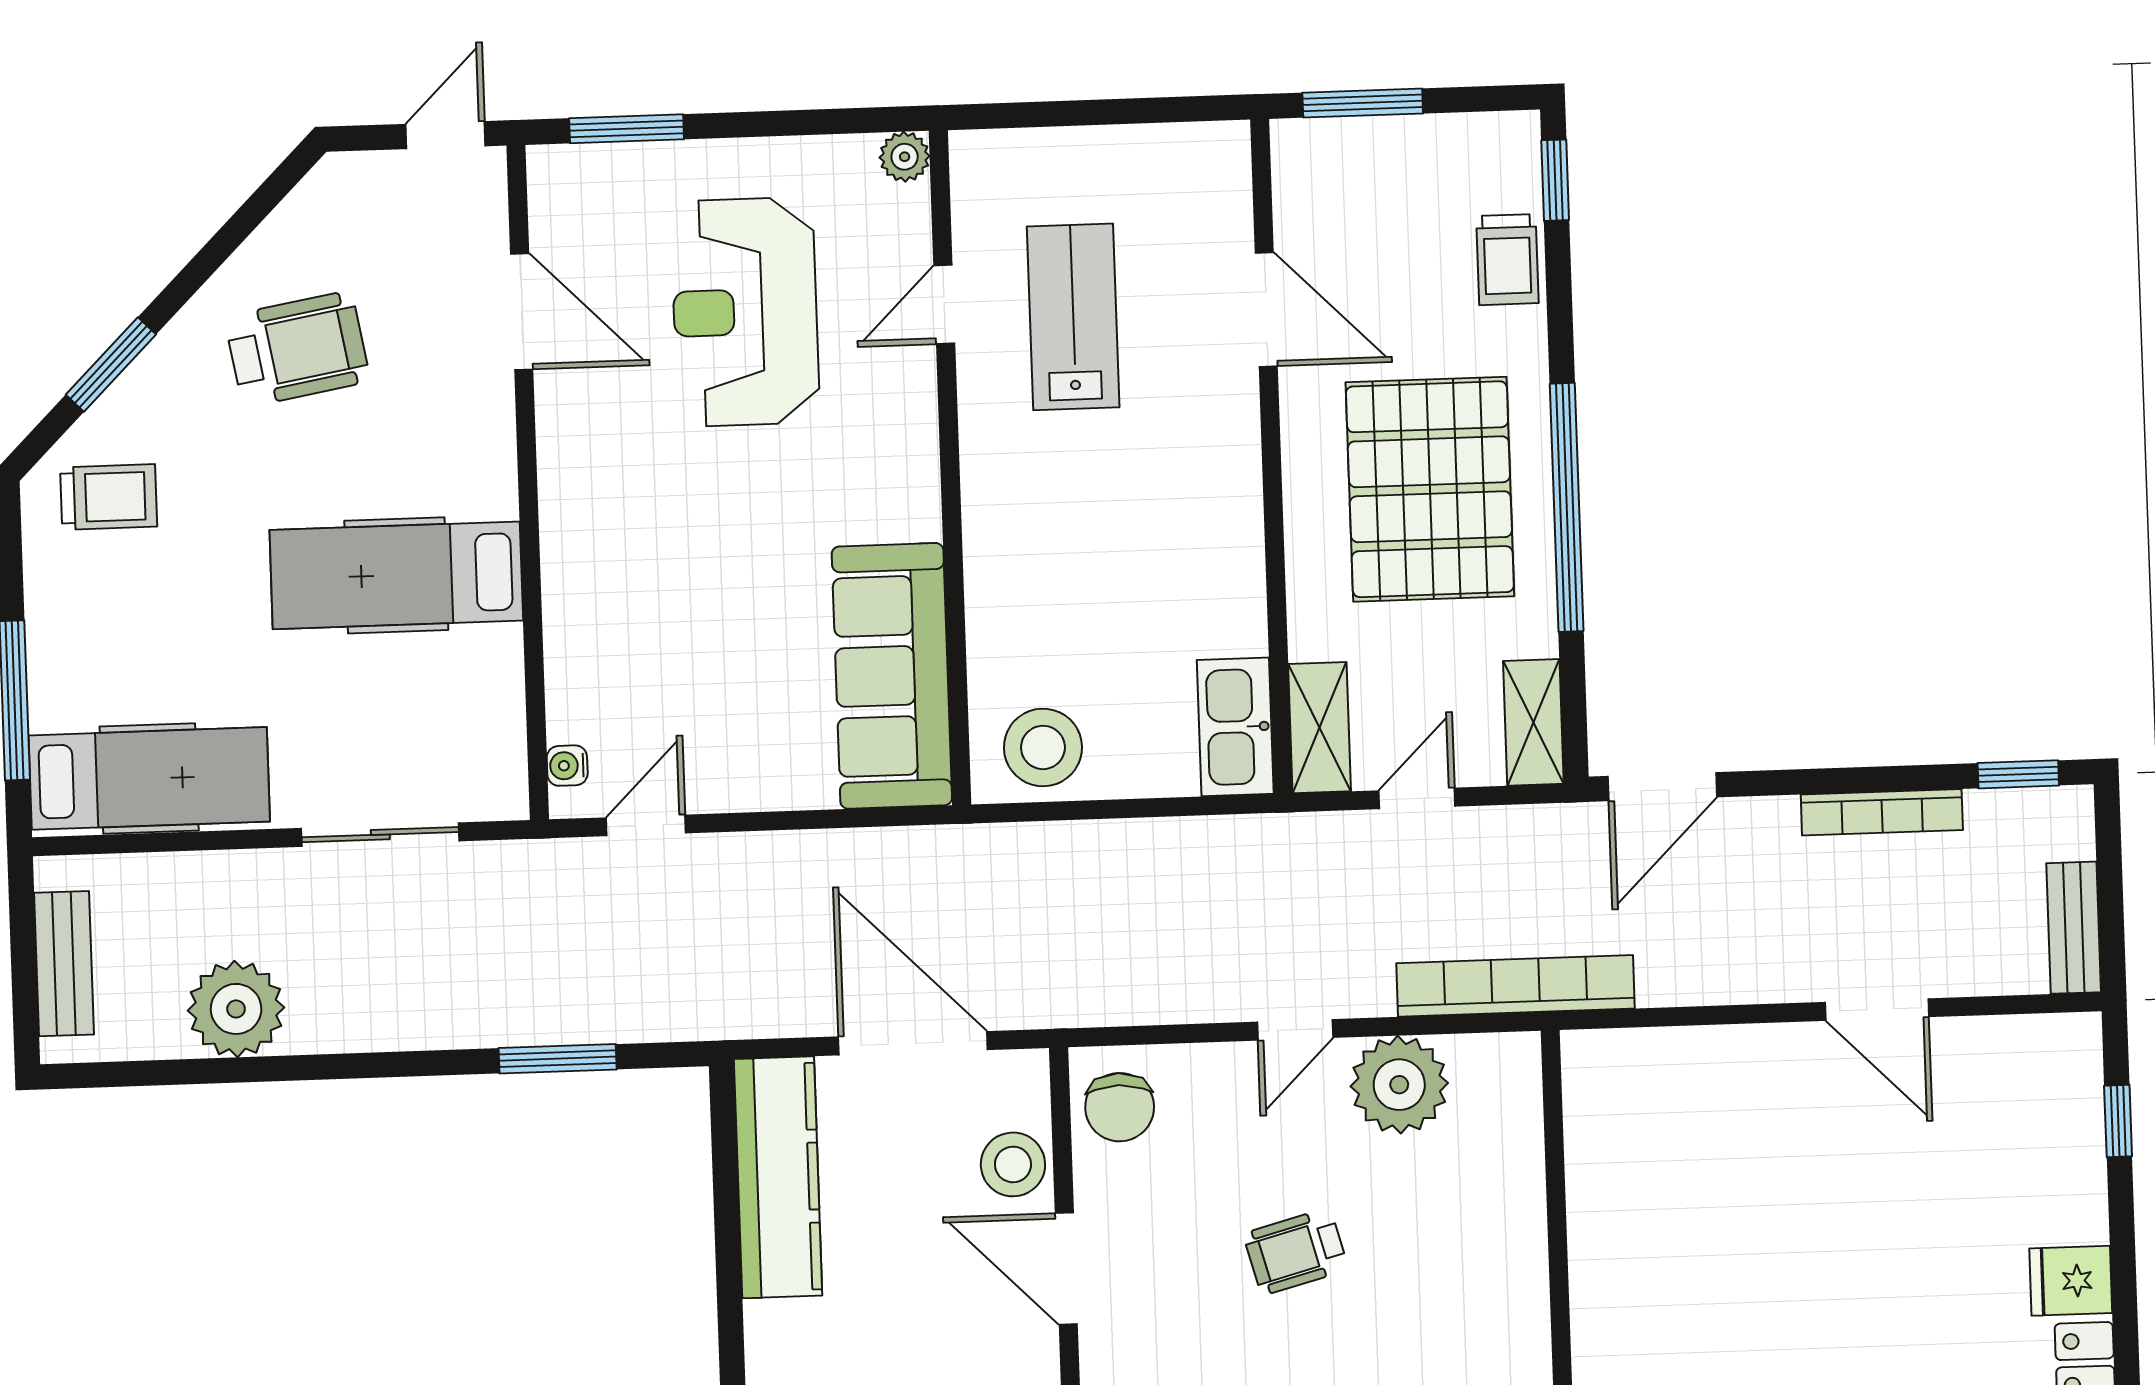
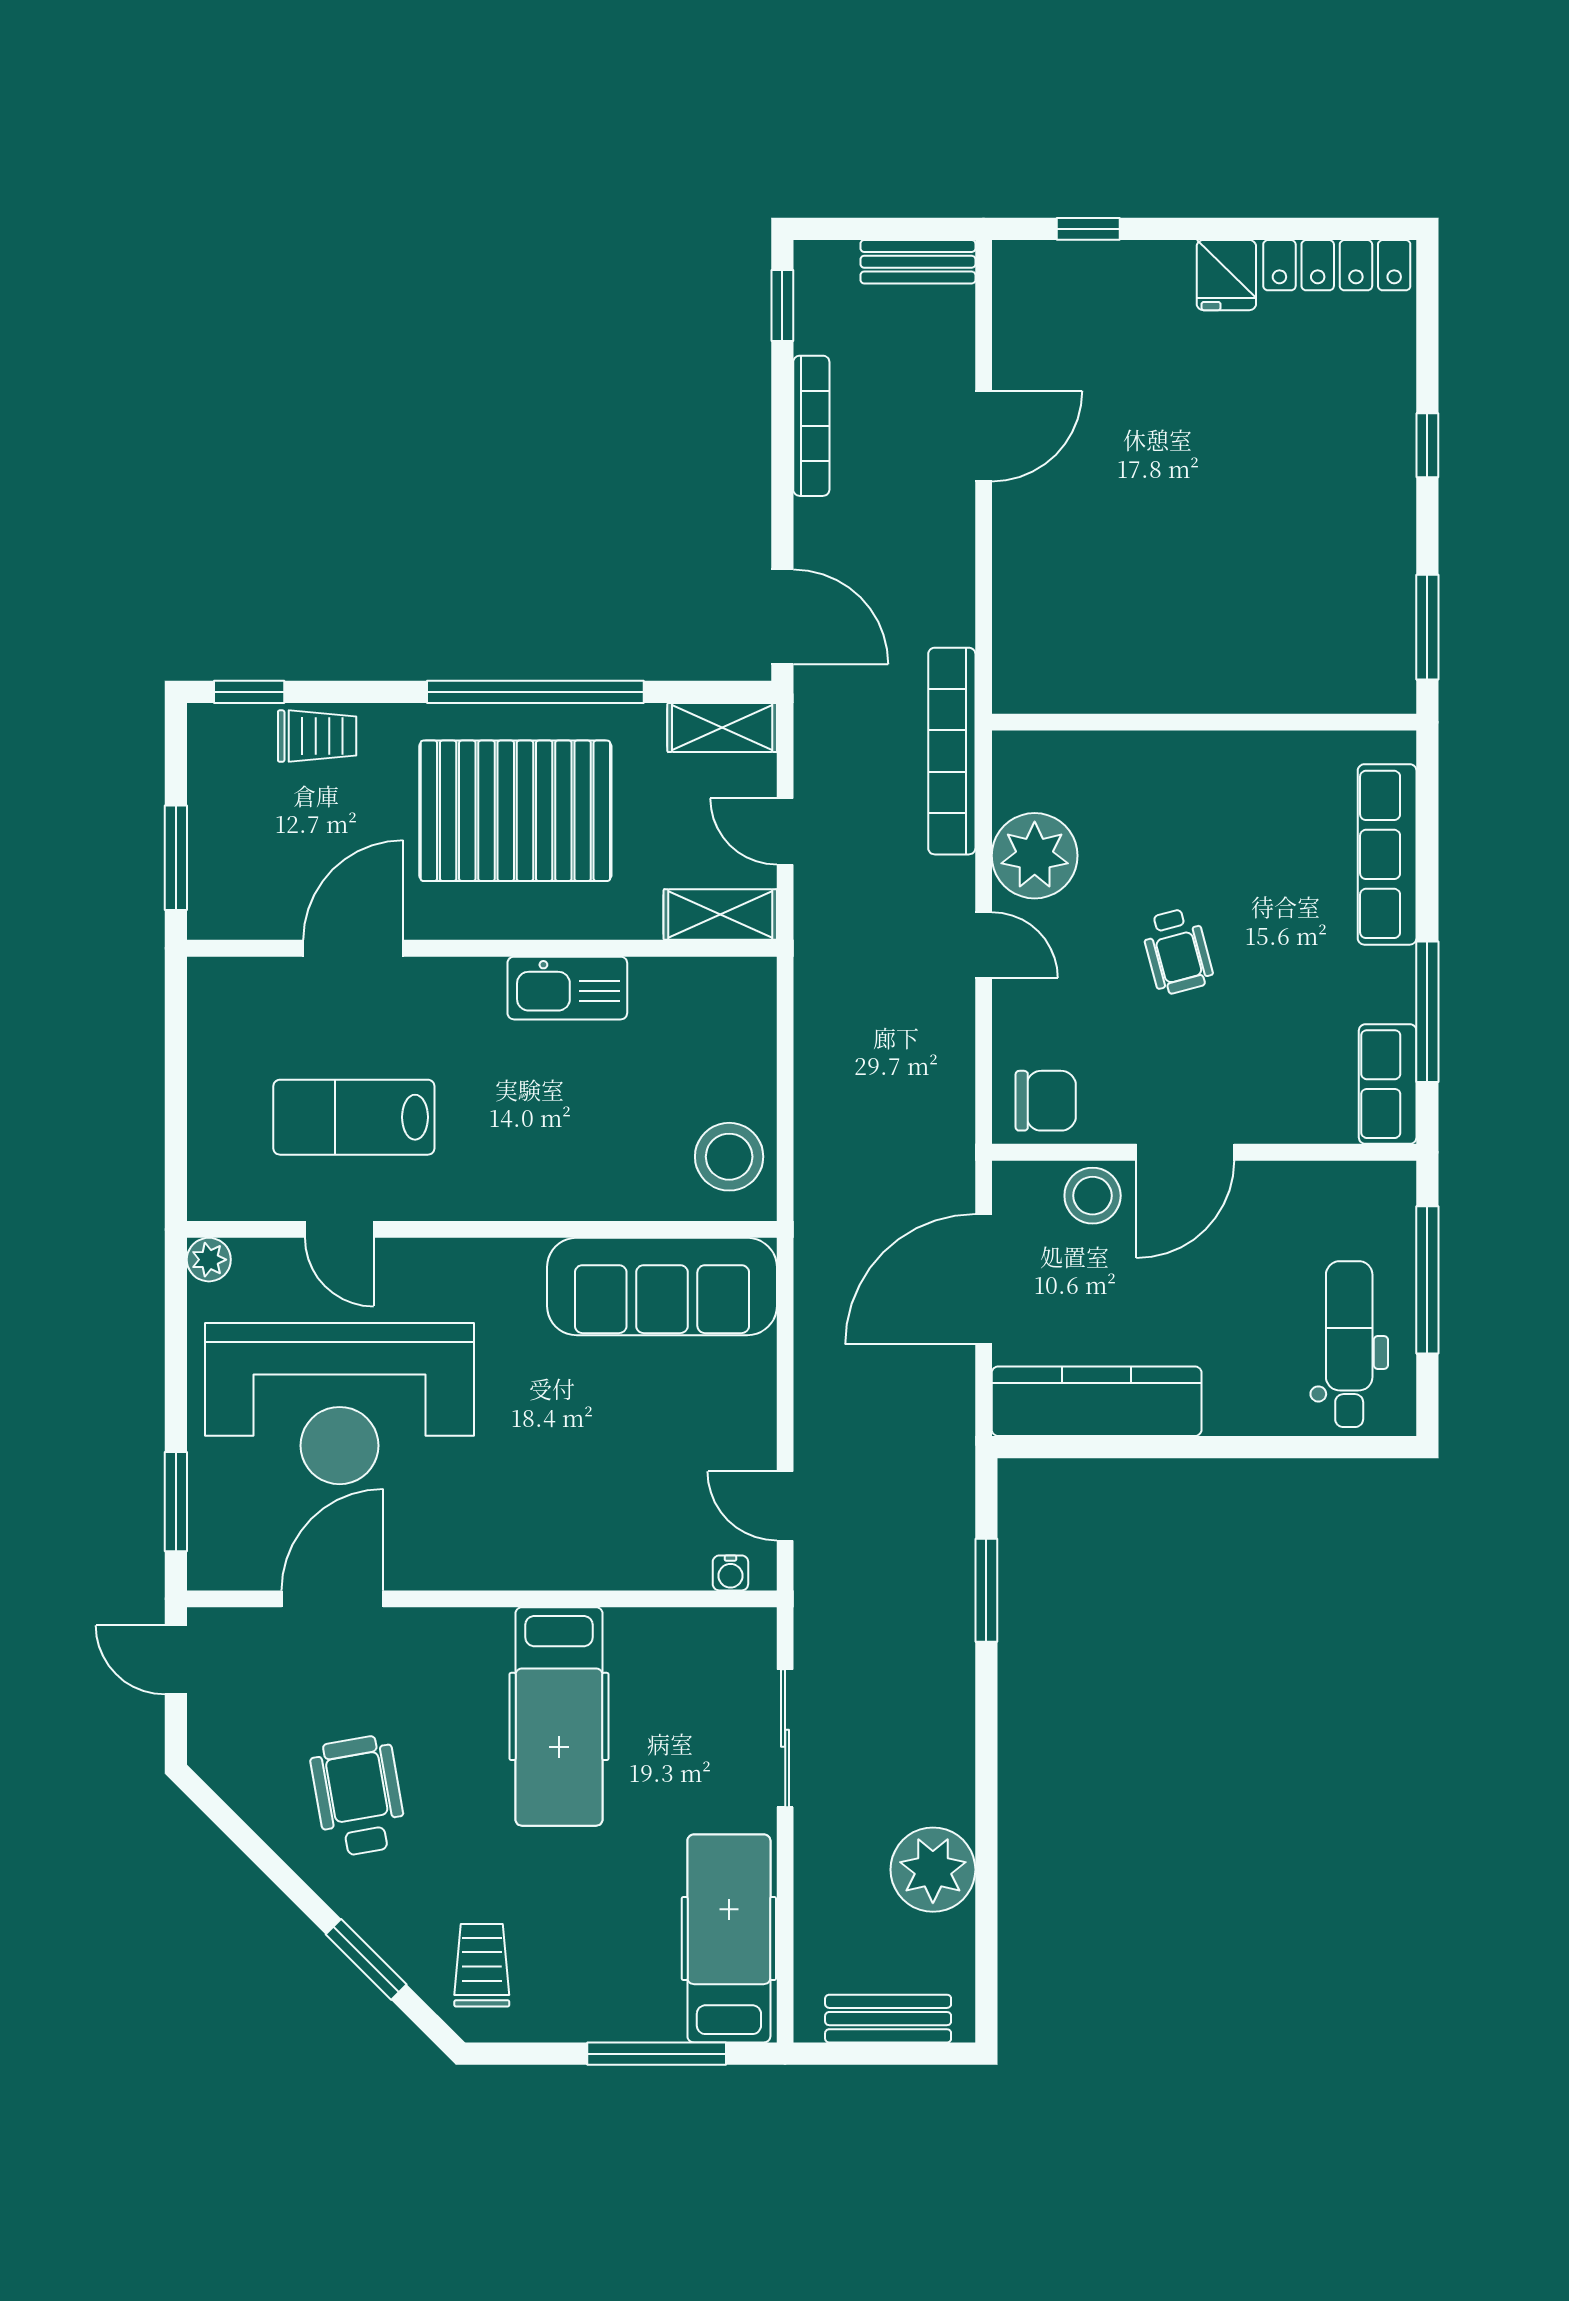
reception desk: (745, 312) -> (340, 1404), width x1.36, depth x1.30
kitchen sink: (1235, 727) -> (567, 988), moved

